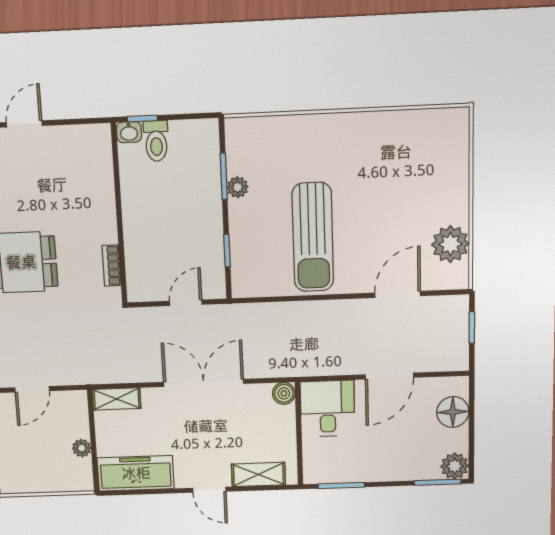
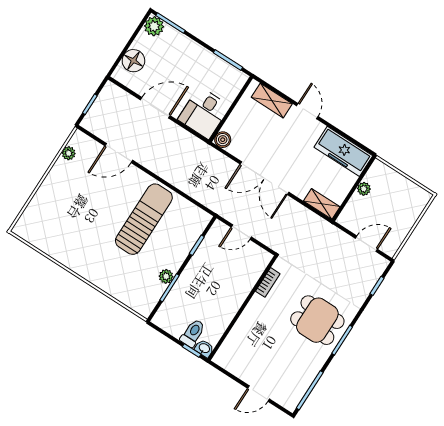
plant: (450, 244) -> (69, 153), width x0.53, depth x0.53

